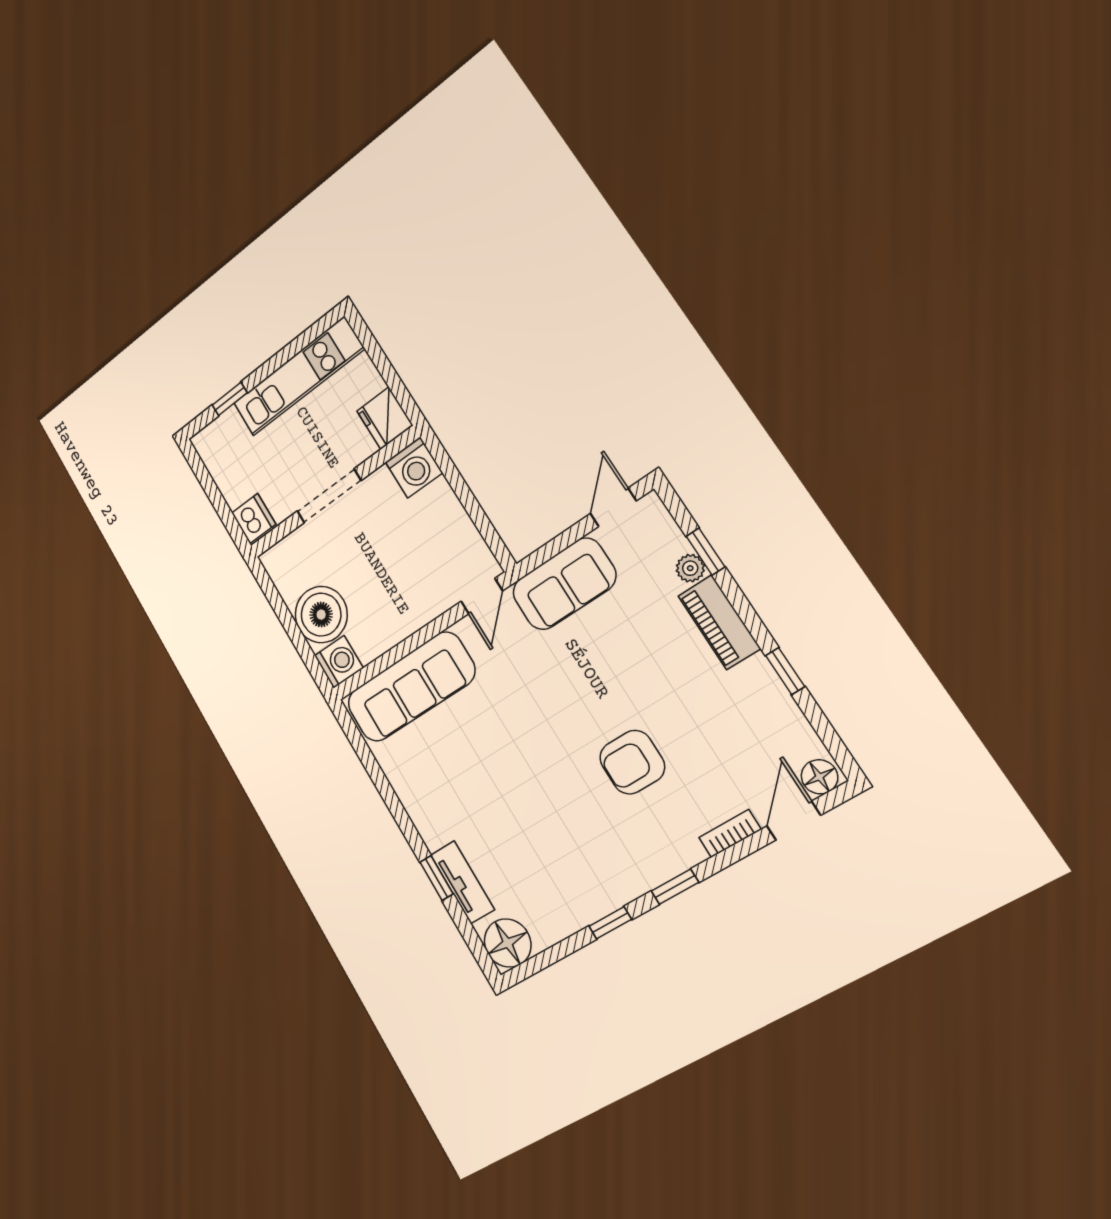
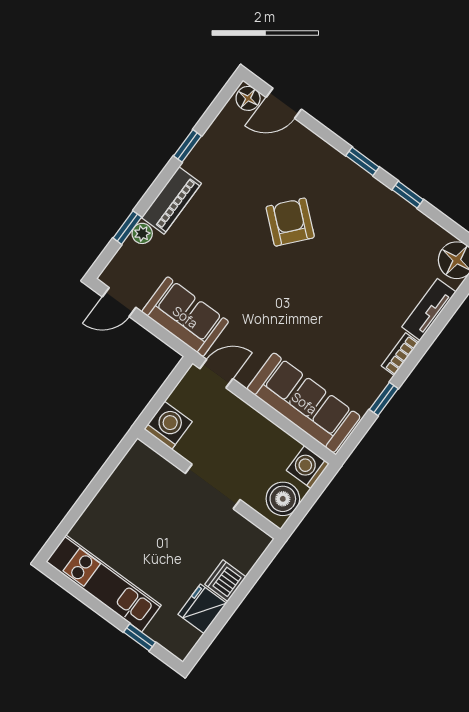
fridge: (385, 418) -> (202, 609), moved, turned 180
washing machine: (414, 467) -> (168, 425), moved
wall: (333, 493) -> (209, 484), moved
doorway: (329, 496) -> (213, 486), moved
boiler: (321, 615) -> (283, 499), width x0.73, depth x0.73
armchair: (632, 762) -> (290, 222), turned -139
bookcase: (730, 834) -> (400, 354), moved, turned 90
window: (437, 878) -> (384, 399), moved

